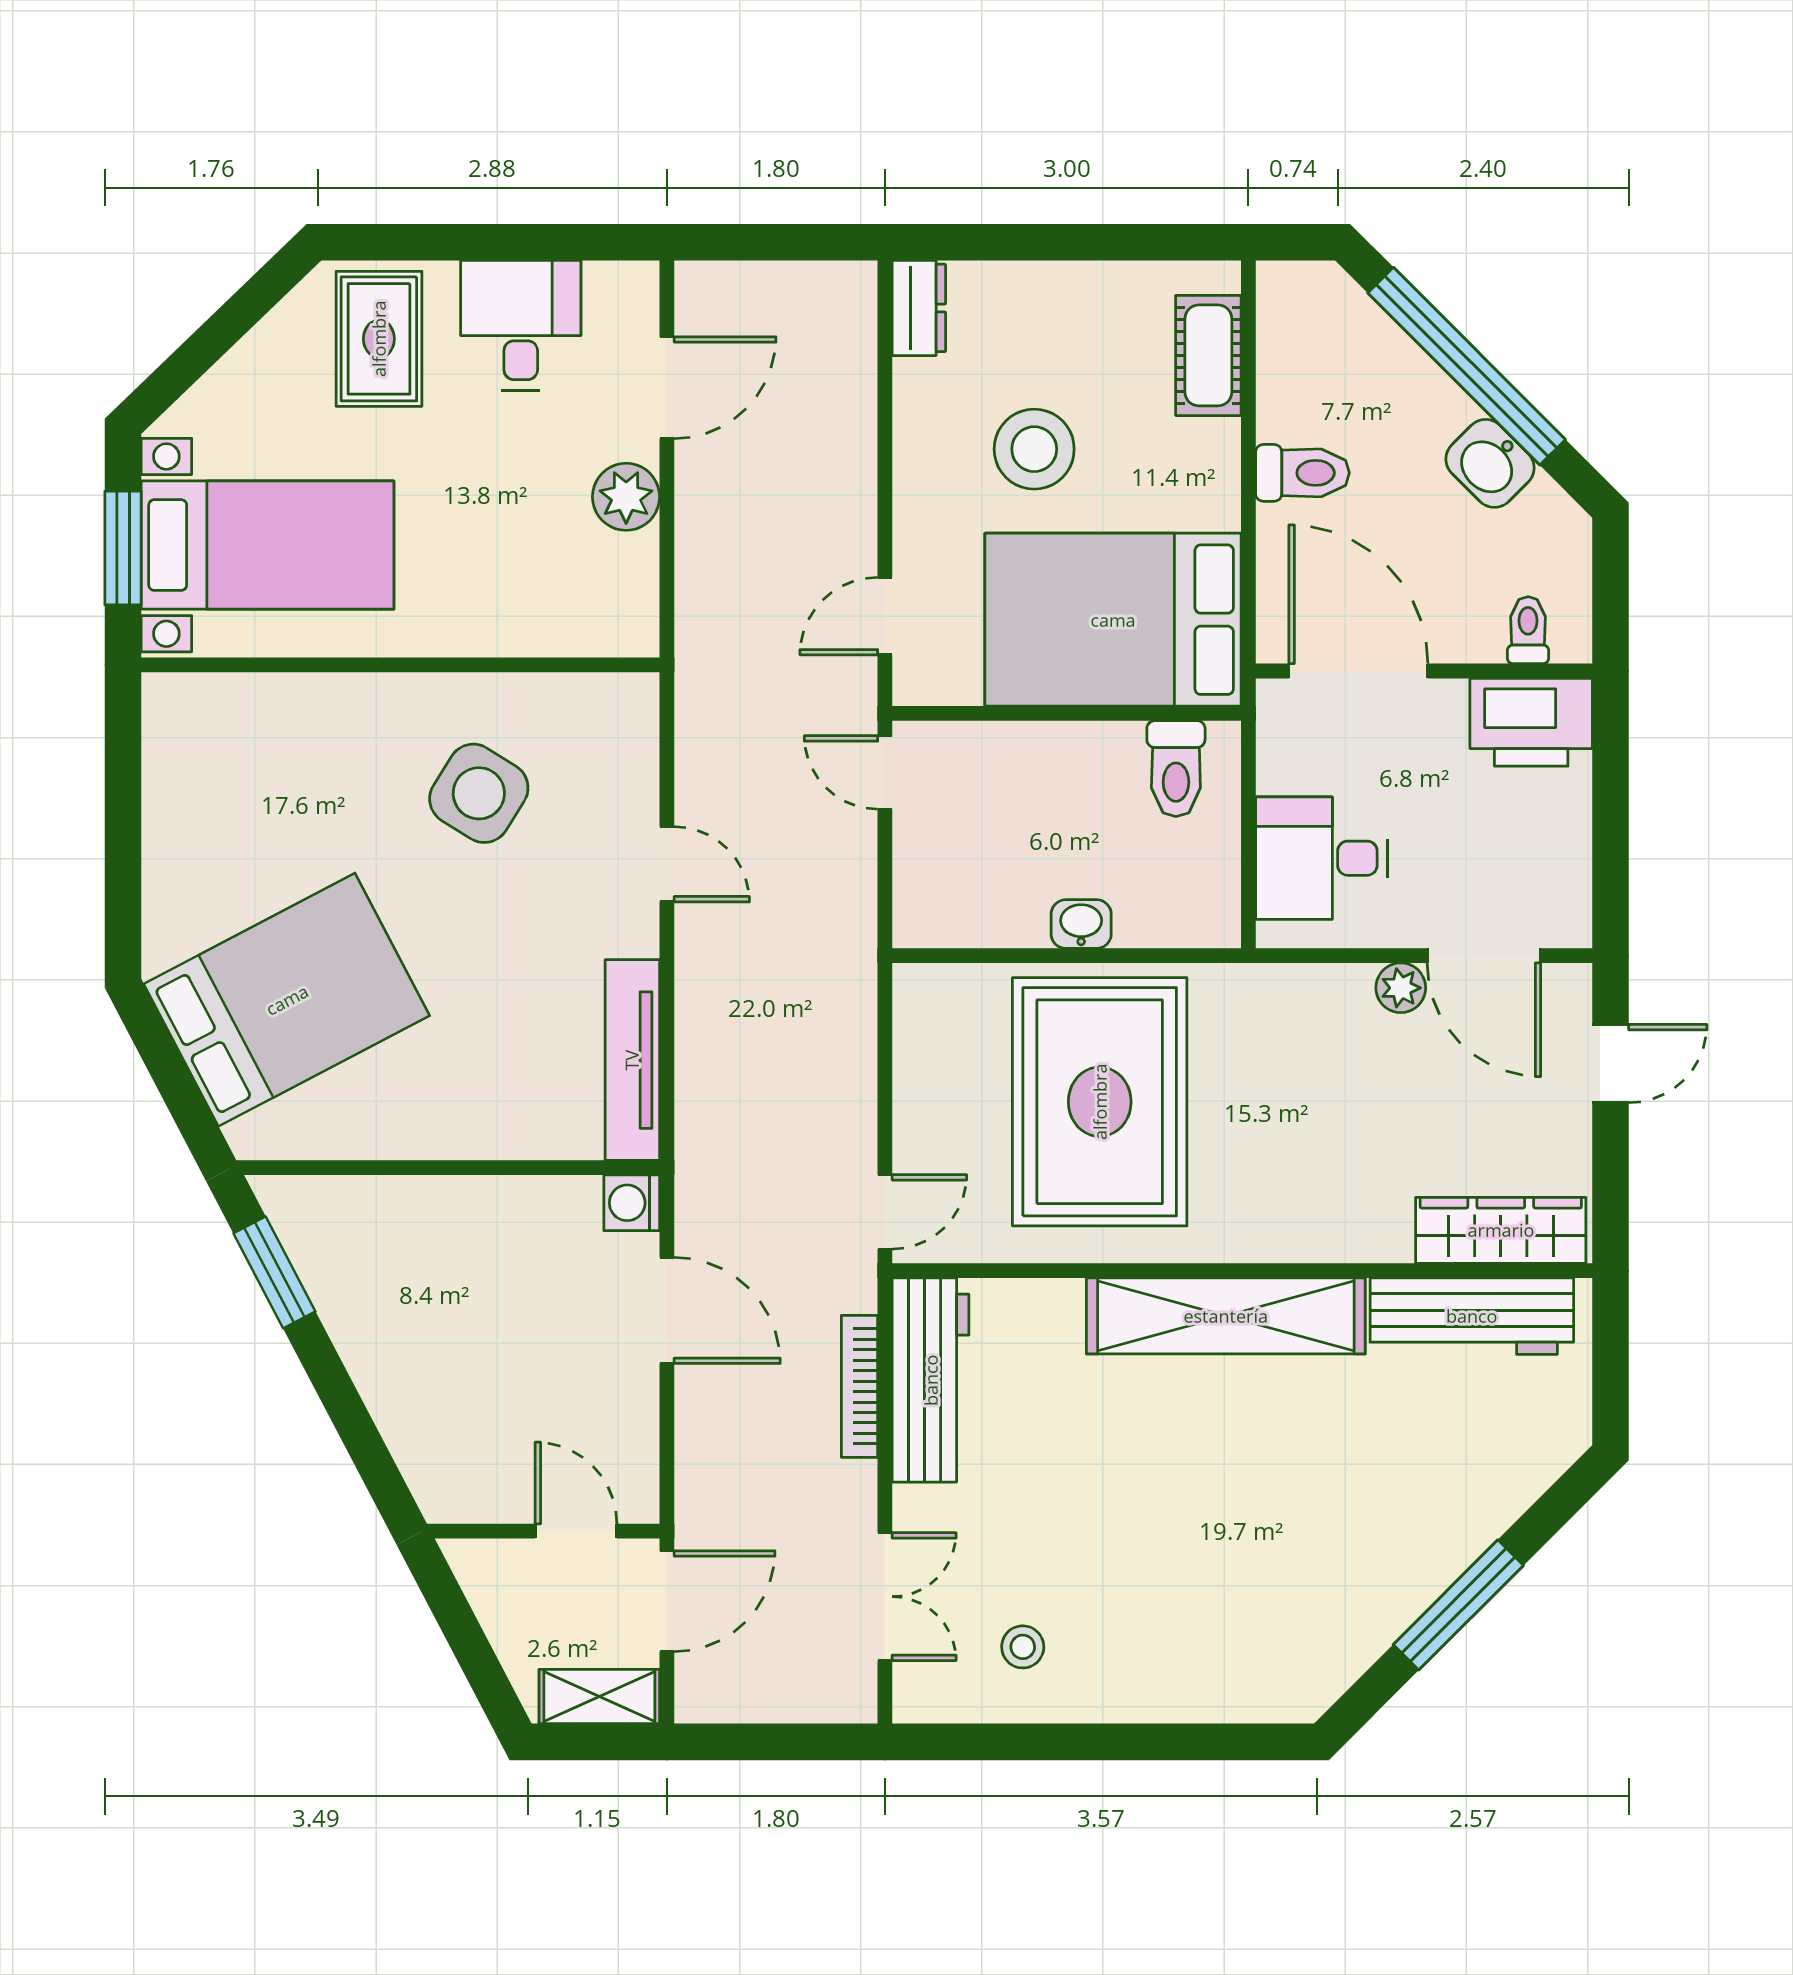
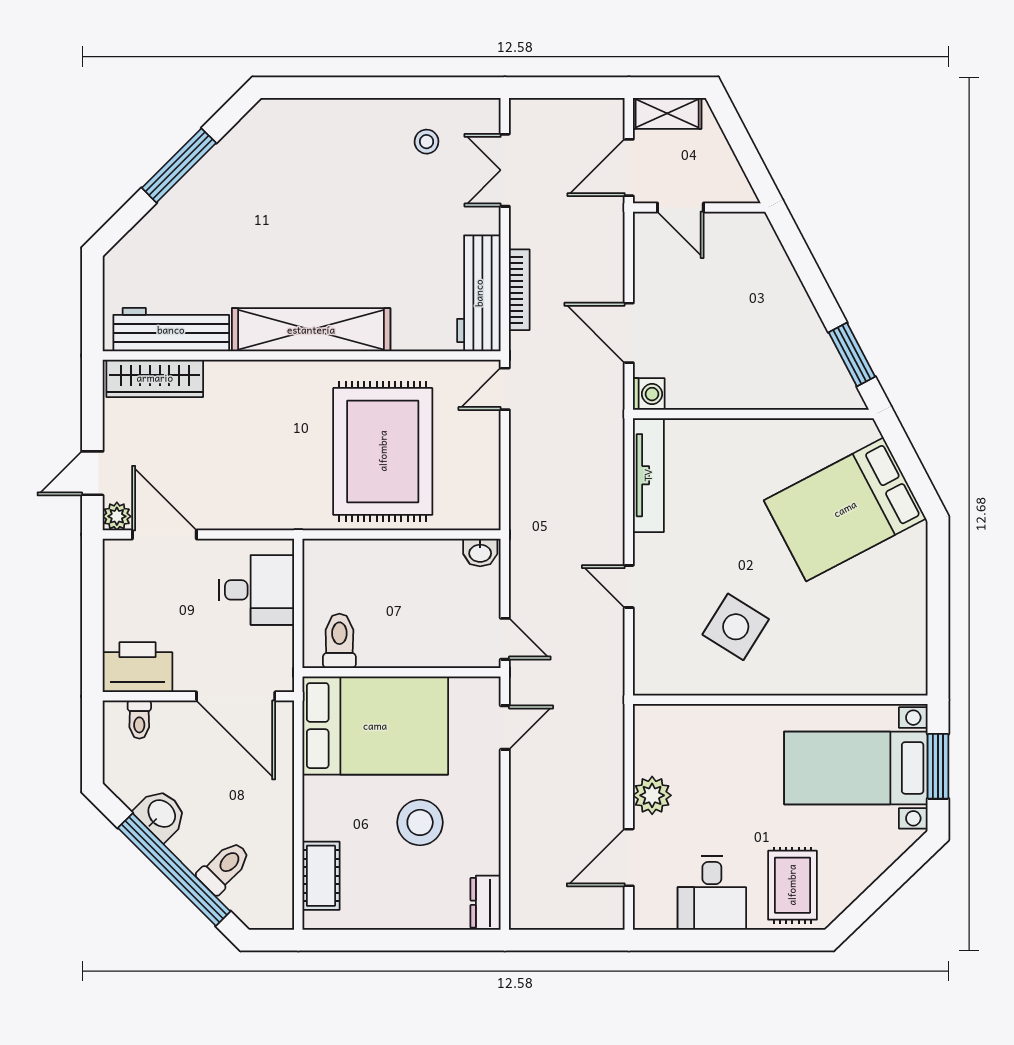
toilet: (1302, 473) -> (224, 867), moved, turned 135
washbasin: (1081, 924) -> (480, 552), moved
plant: (1401, 988) -> (117, 516), moved

